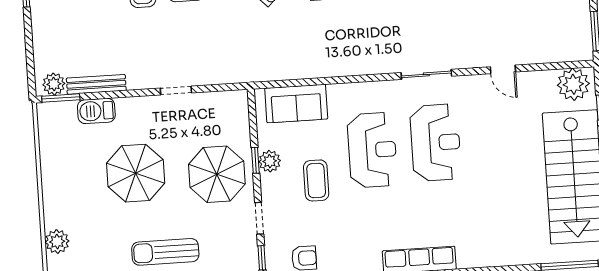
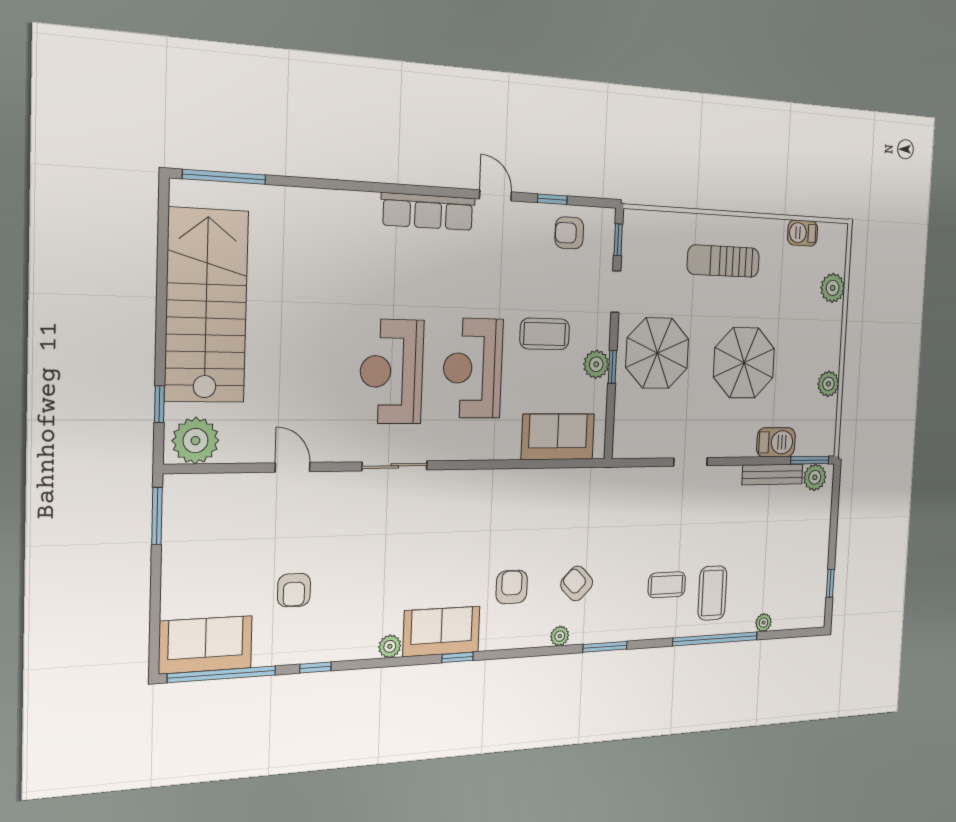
plant: (51, 162) -> (828, 384), added
coffee table: (316, 180) -> (545, 334), turned 90
sun lounger: (165, 252) -> (723, 261), turned 180

